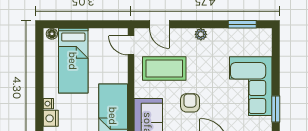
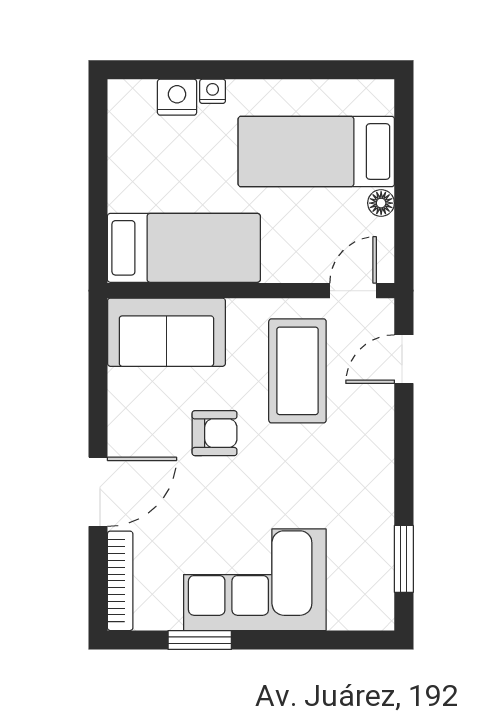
floor lamp: (52, 34) -> (381, 203), moved
plant: (201, 34) -> (380, 459), removed

